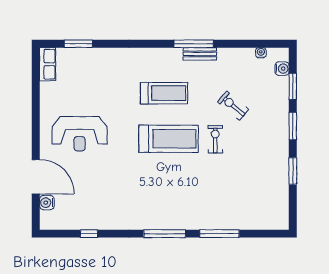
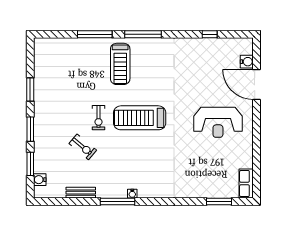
water cooler: (261, 53) -> (132, 194), moved
bench: (200, 54) -> (81, 193), moved
treadmill: (164, 93) -> (120, 64), moved, turned -90
reception desk: (80, 134) -> (218, 122), turned 180

